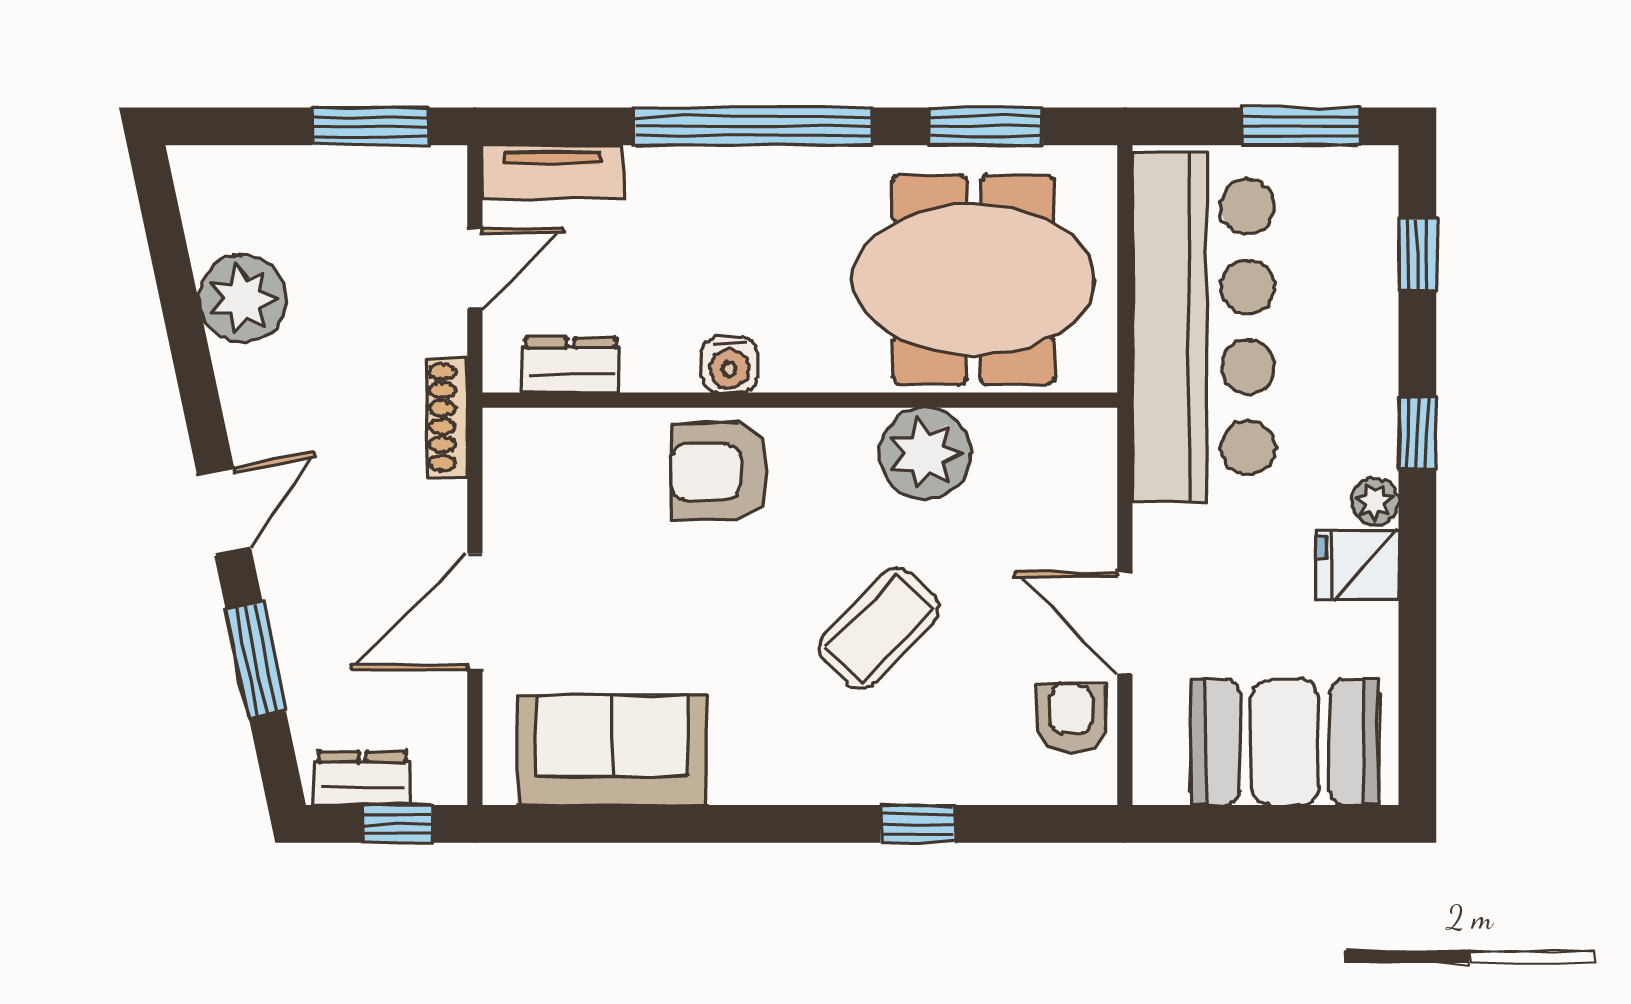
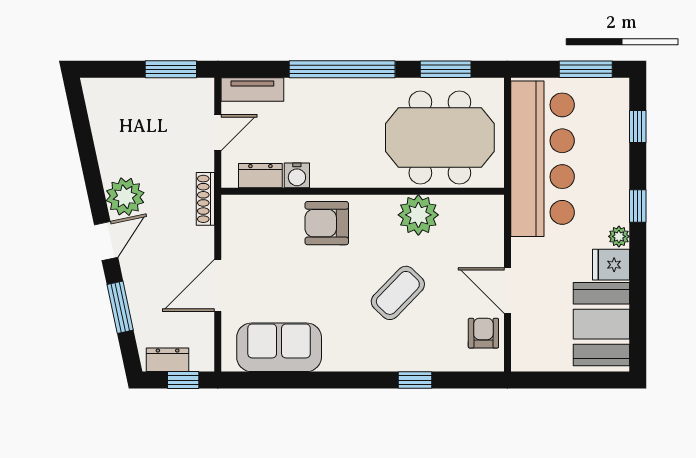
plant: (243, 299) -> (125, 197), moved
water cooler: (729, 365) -> (297, 175), moved
booth: (1285, 742) -> (601, 324), moved, turned 90

